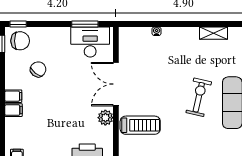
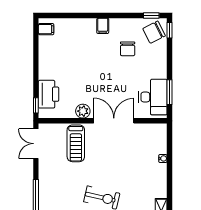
chair: (20, 41) -> (154, 32), turned 63
chair: (38, 69) -> (128, 49), turned 52
filing cabinet: (13, 110) -> (90, 26), removed

